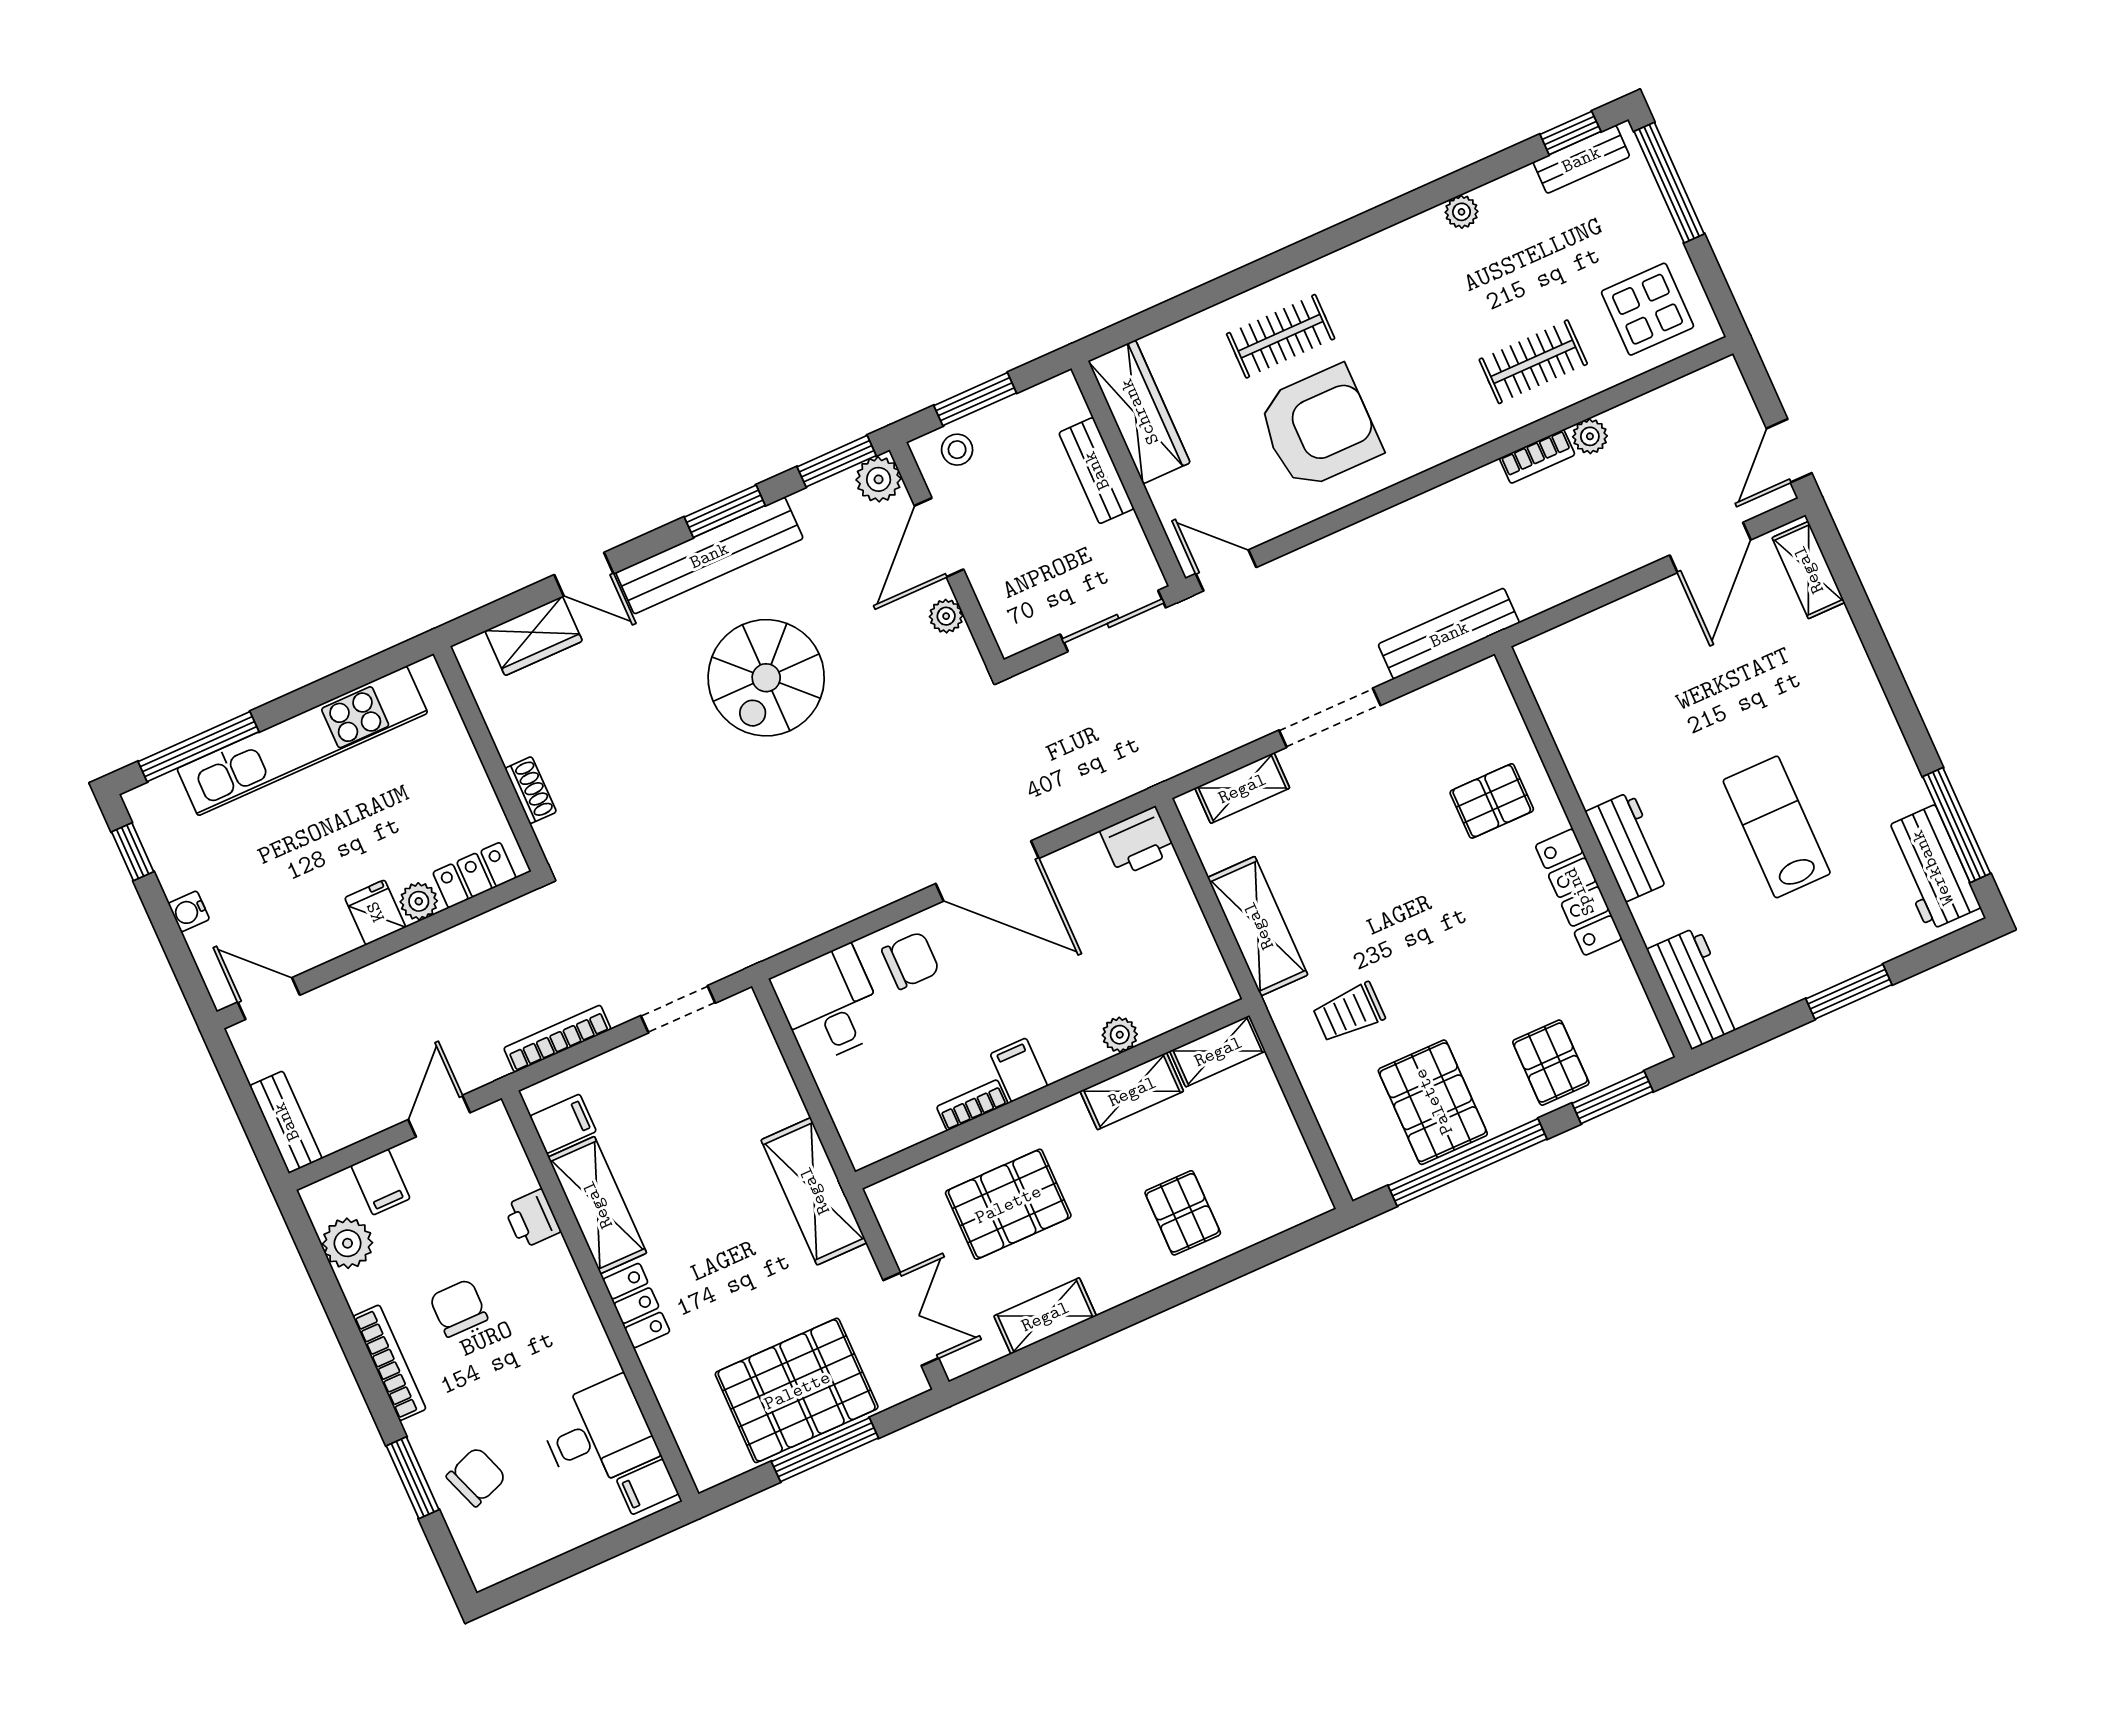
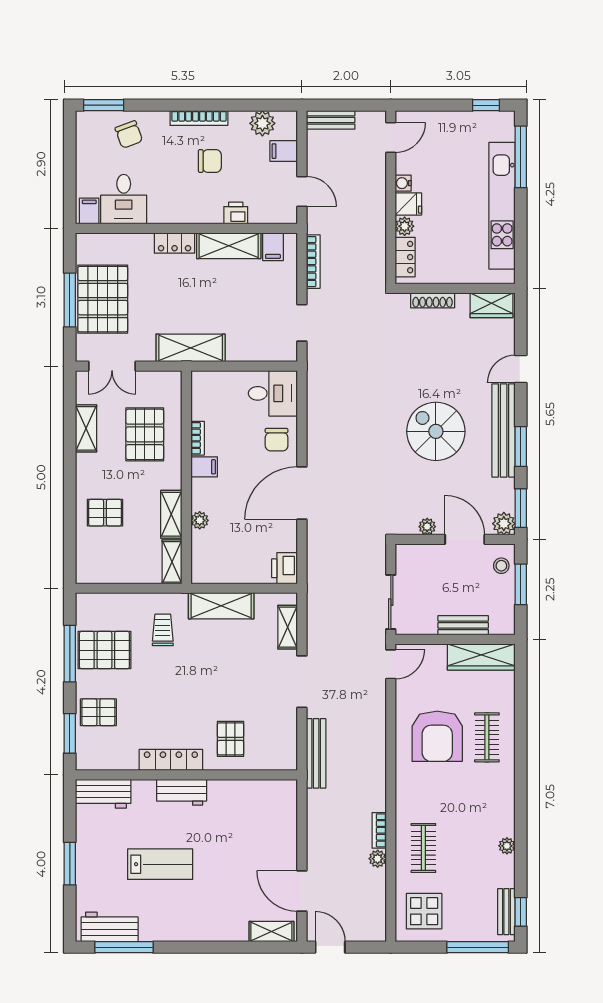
wardrobe: (534, 636) -> (491, 305), moved, turned -90
shoe rack: (531, 790) -> (433, 300), width x1.43
water cooler: (189, 911) -> (403, 183), moved, turned -90
window: (1468, 1162) -> (70, 654), width x0.68
window: (413, 1478) -> (104, 105), moved

